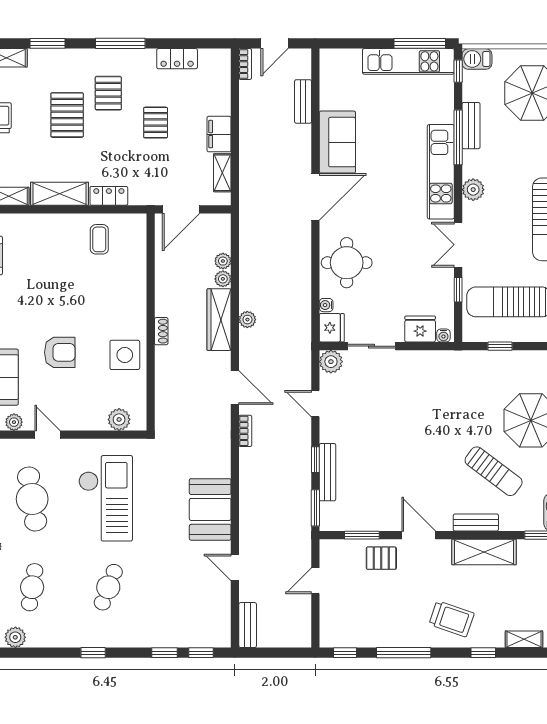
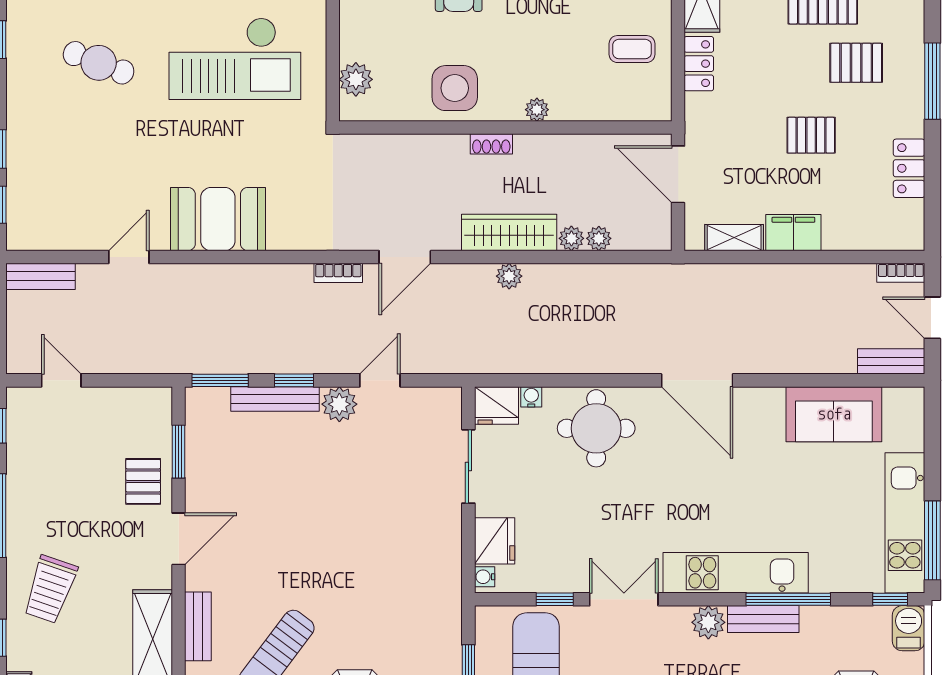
bench: (303, 101) -> (891, 361), moved
bench: (471, 126) -> (763, 619), moved
sofa: (337, 142) -> (834, 414), moved
plant: (139, 301) -> (537, 110), added
plant: (331, 362) -> (339, 404), moved
door: (315, 581) -> (61, 380), moved

